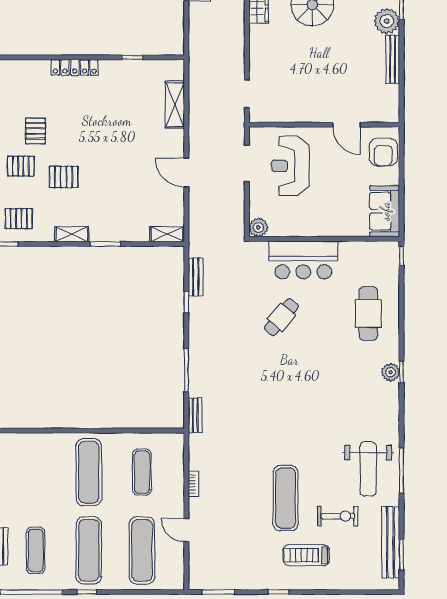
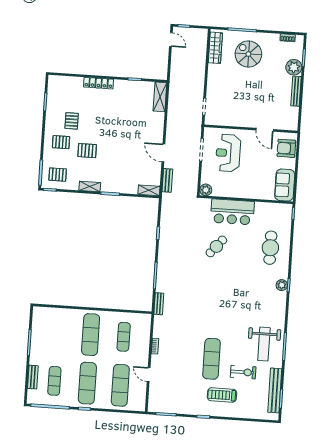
shelving: (175, 105) -> (160, 97), moved
armchair: (383, 152) -> (286, 148), turned 90
bench: (196, 277) -> (167, 180), moved

